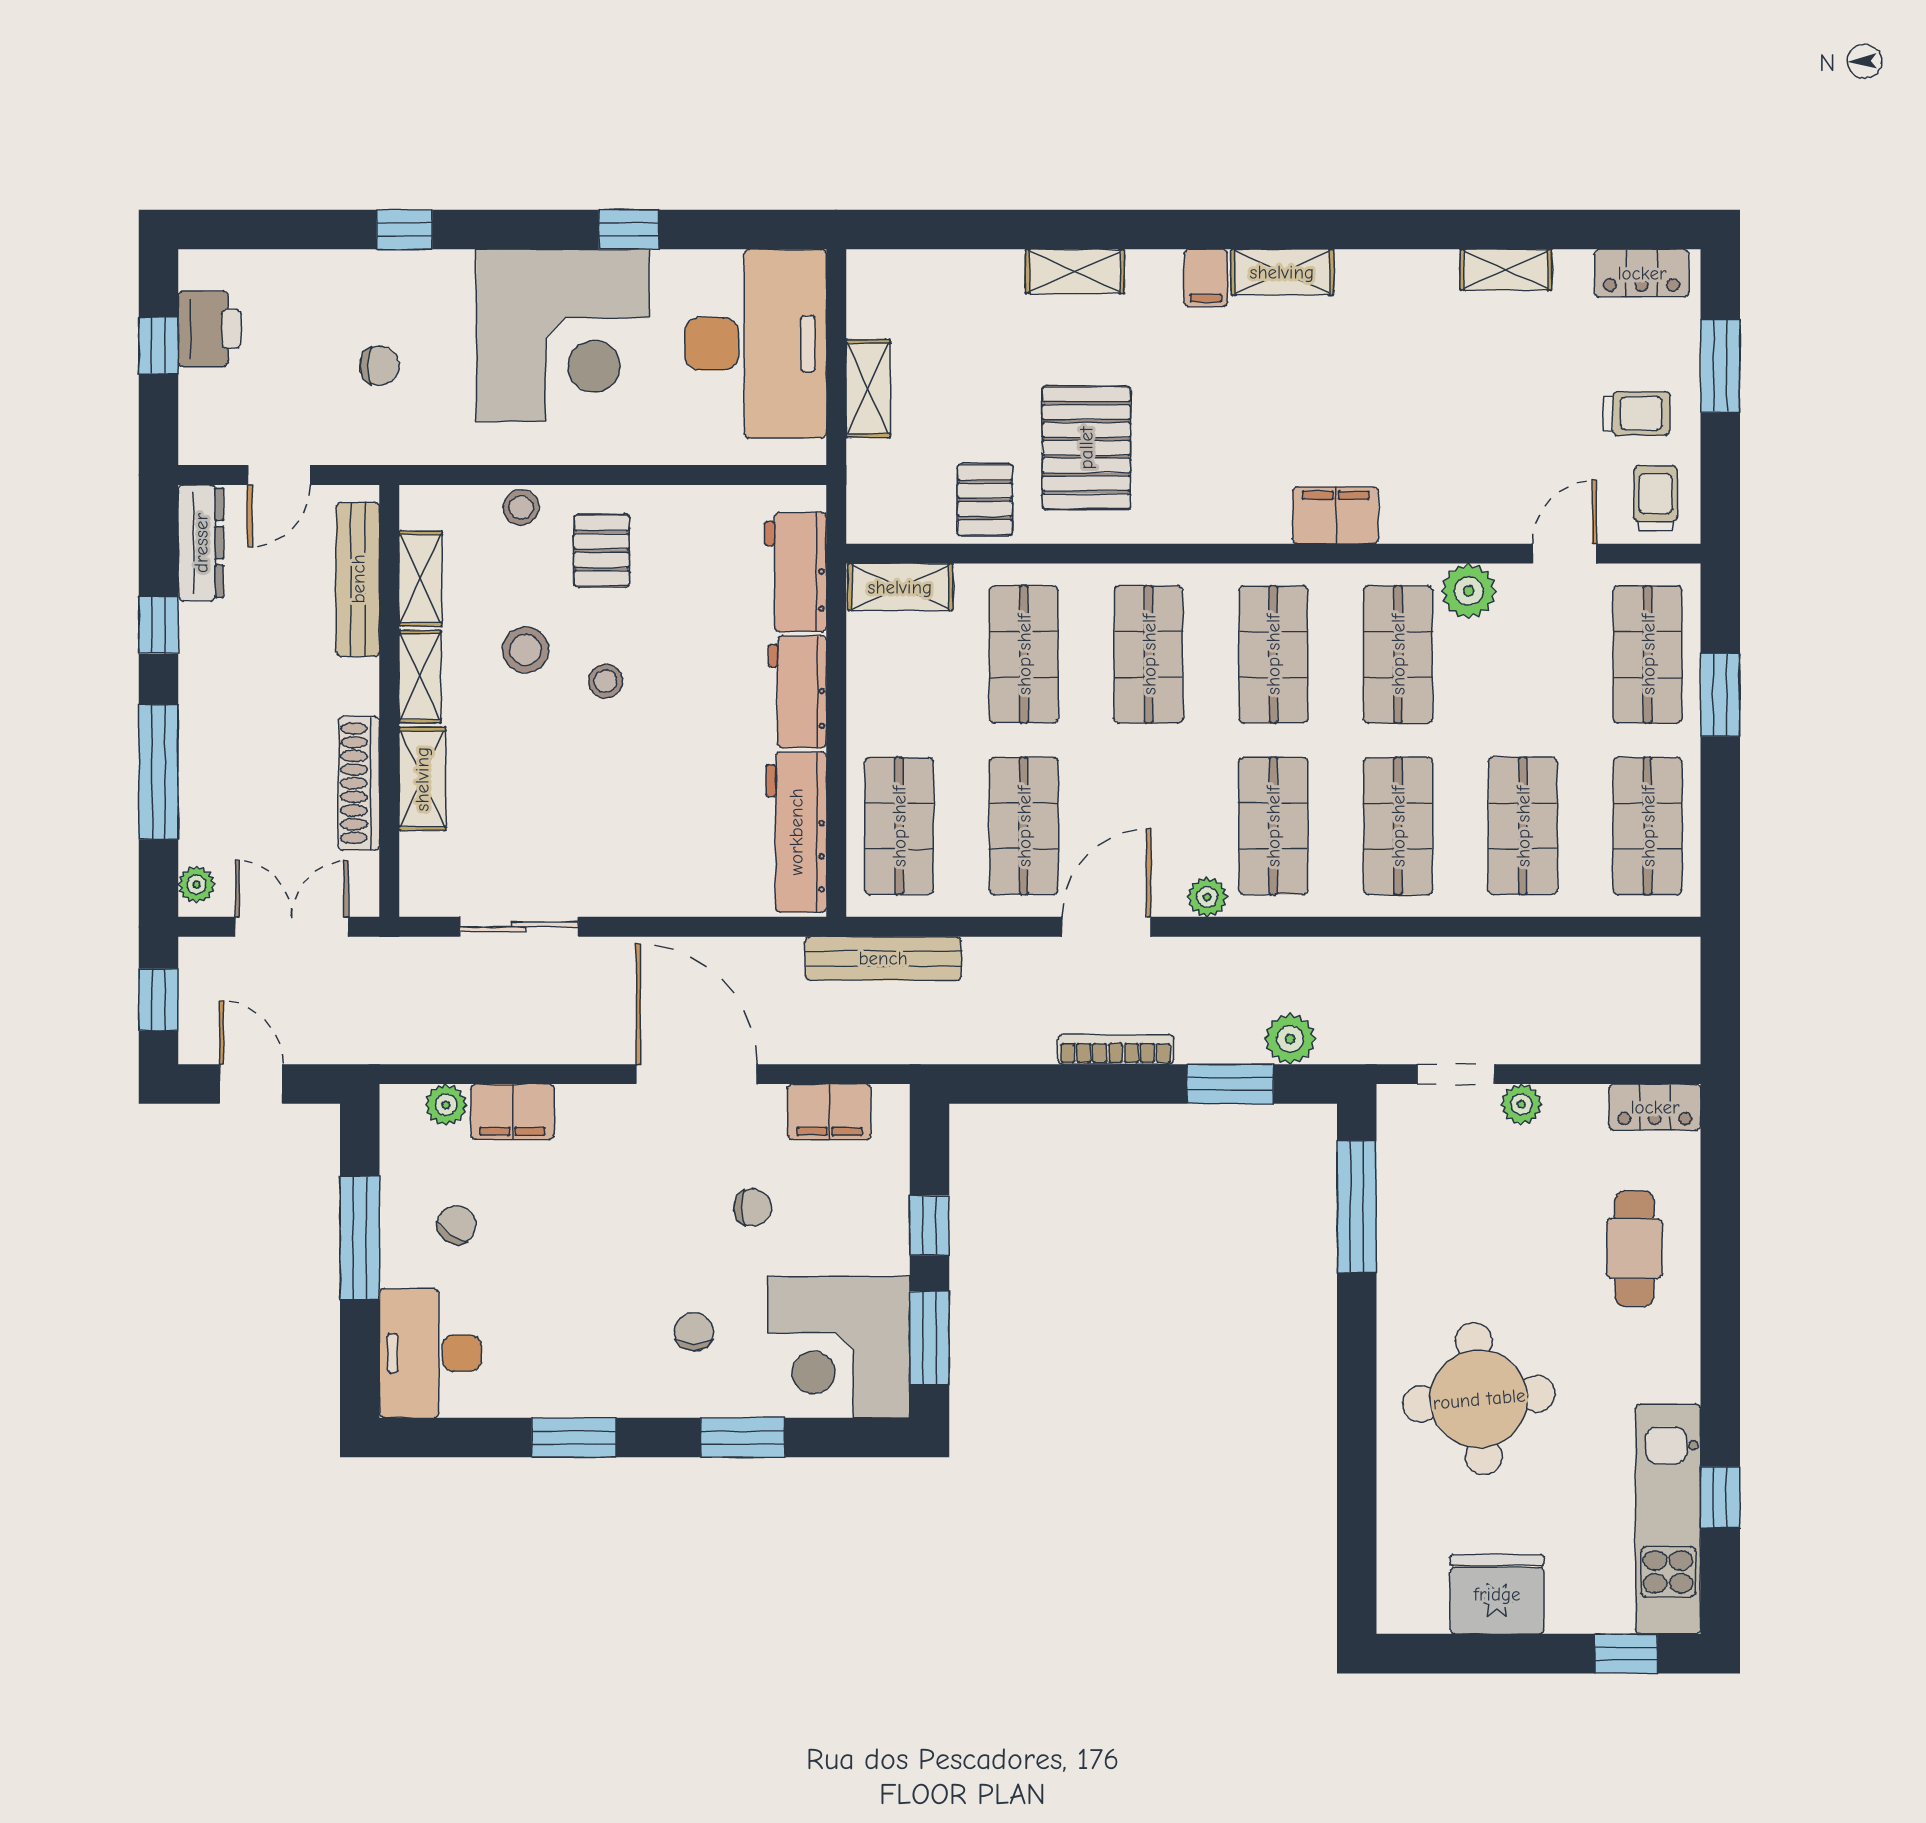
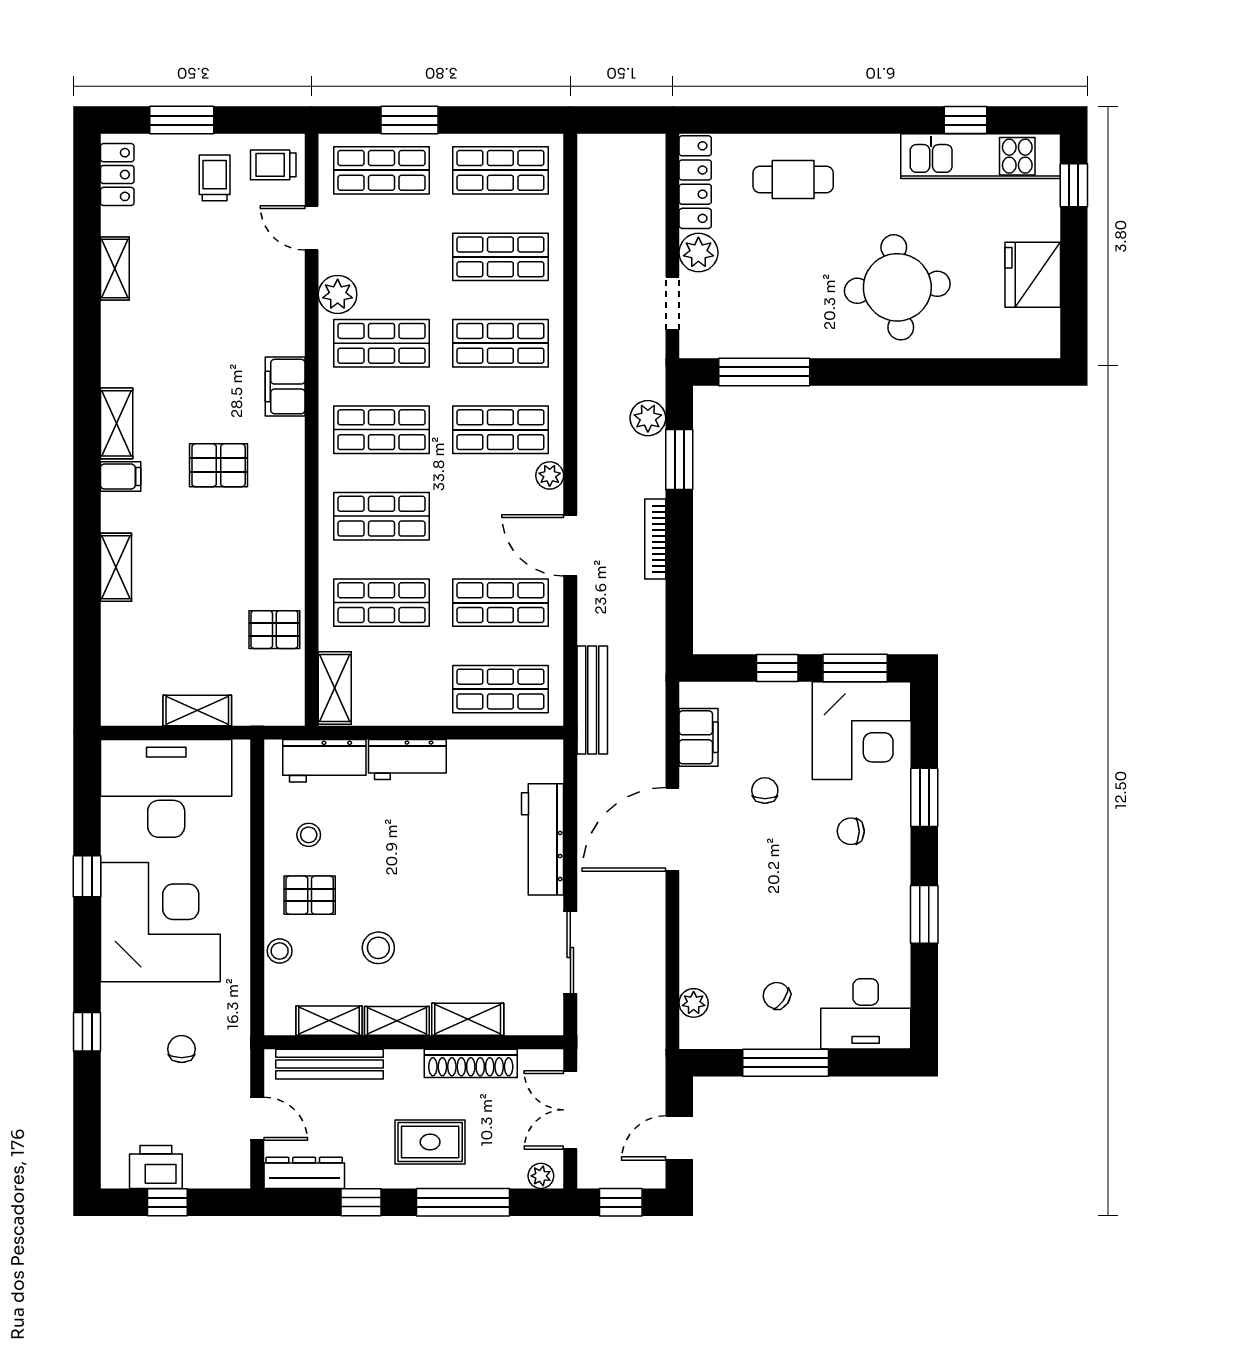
pallet: (1086, 448) -> (219, 465), moved, width x0.67, depth x0.71
stool: (606, 681) -> (309, 835), moved
rug: (245, 725) -> (430, 1142), added
workbench: (796, 832) -> (543, 839), moved, turned 90
plant: (1521, 1104) -> (698, 253), width x1.38, depth x1.38
locker: (1655, 1107) -> (695, 182), width x1.53
filing cabinet: (512, 1112) -> (698, 957), removed

